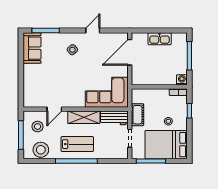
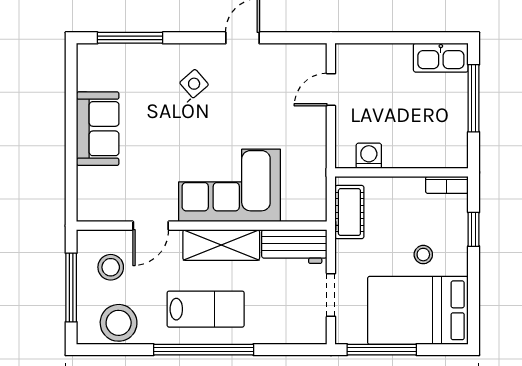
kitchen sink: (160, 39) -> (441, 58), moved
sofa: (32, 48) -> (98, 129), moved
door: (130, 52) -> (331, 90), width x0.53
washing machine: (182, 80) -> (369, 156), moved
corner sofa: (107, 92) -> (230, 185), moved
cot: (137, 115) -> (349, 212), moved

